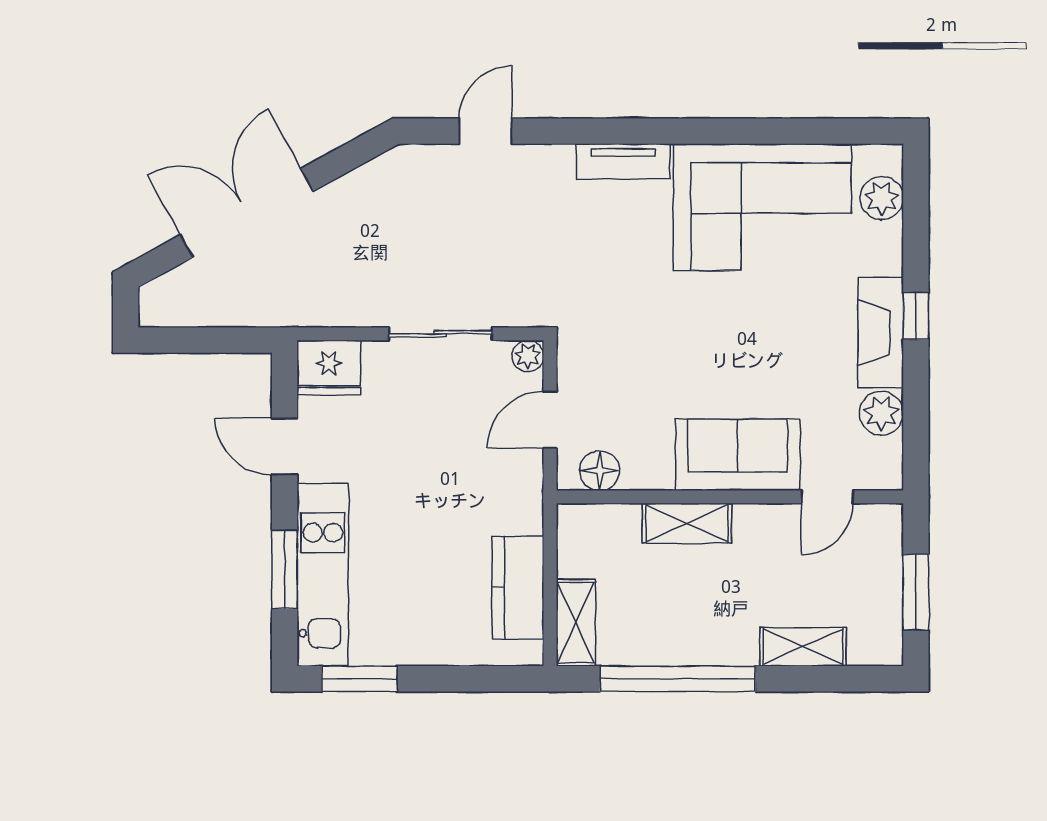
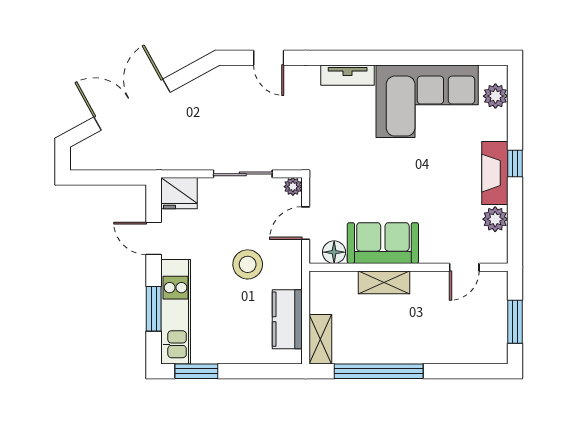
door: (485, 131) -> (269, 58), swing flipped
sofa: (738, 455) -> (383, 243), moved
stool: (449, 492) -> (248, 264), added
shelving: (803, 647) -> (450, 353), removed

